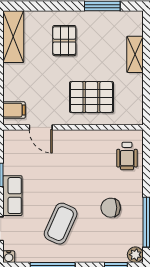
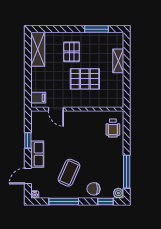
pallet: (91, 97) -> (85, 79), moved
chair: (111, 208) -> (94, 189), moved

